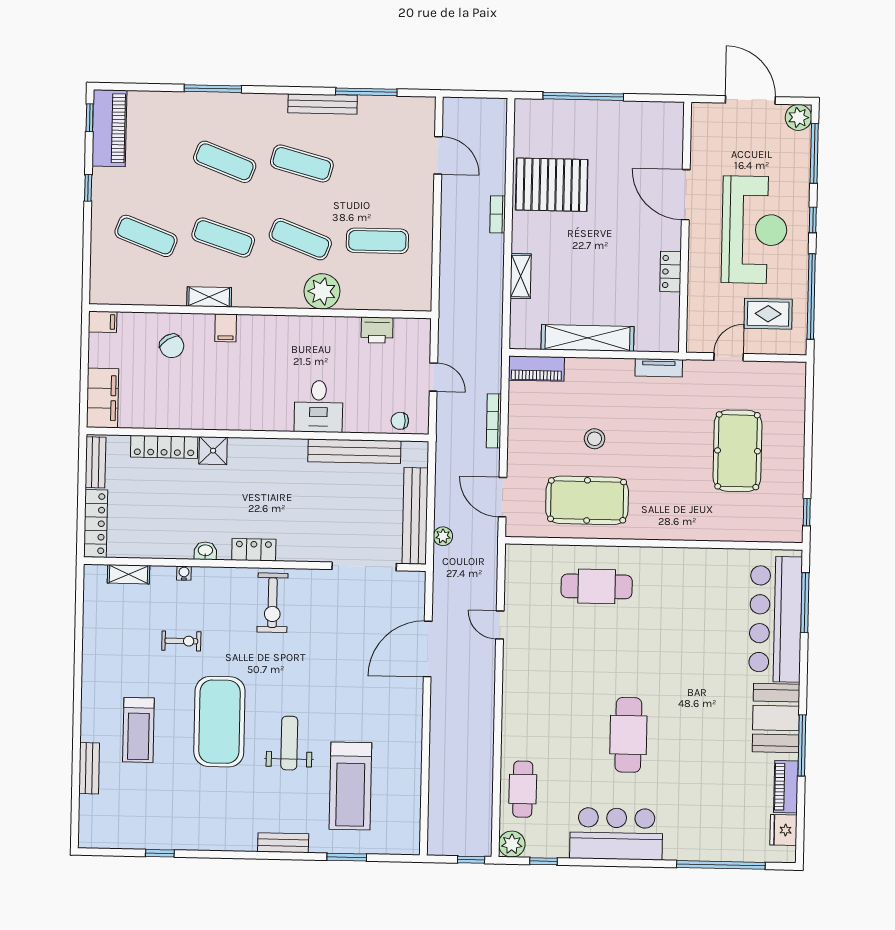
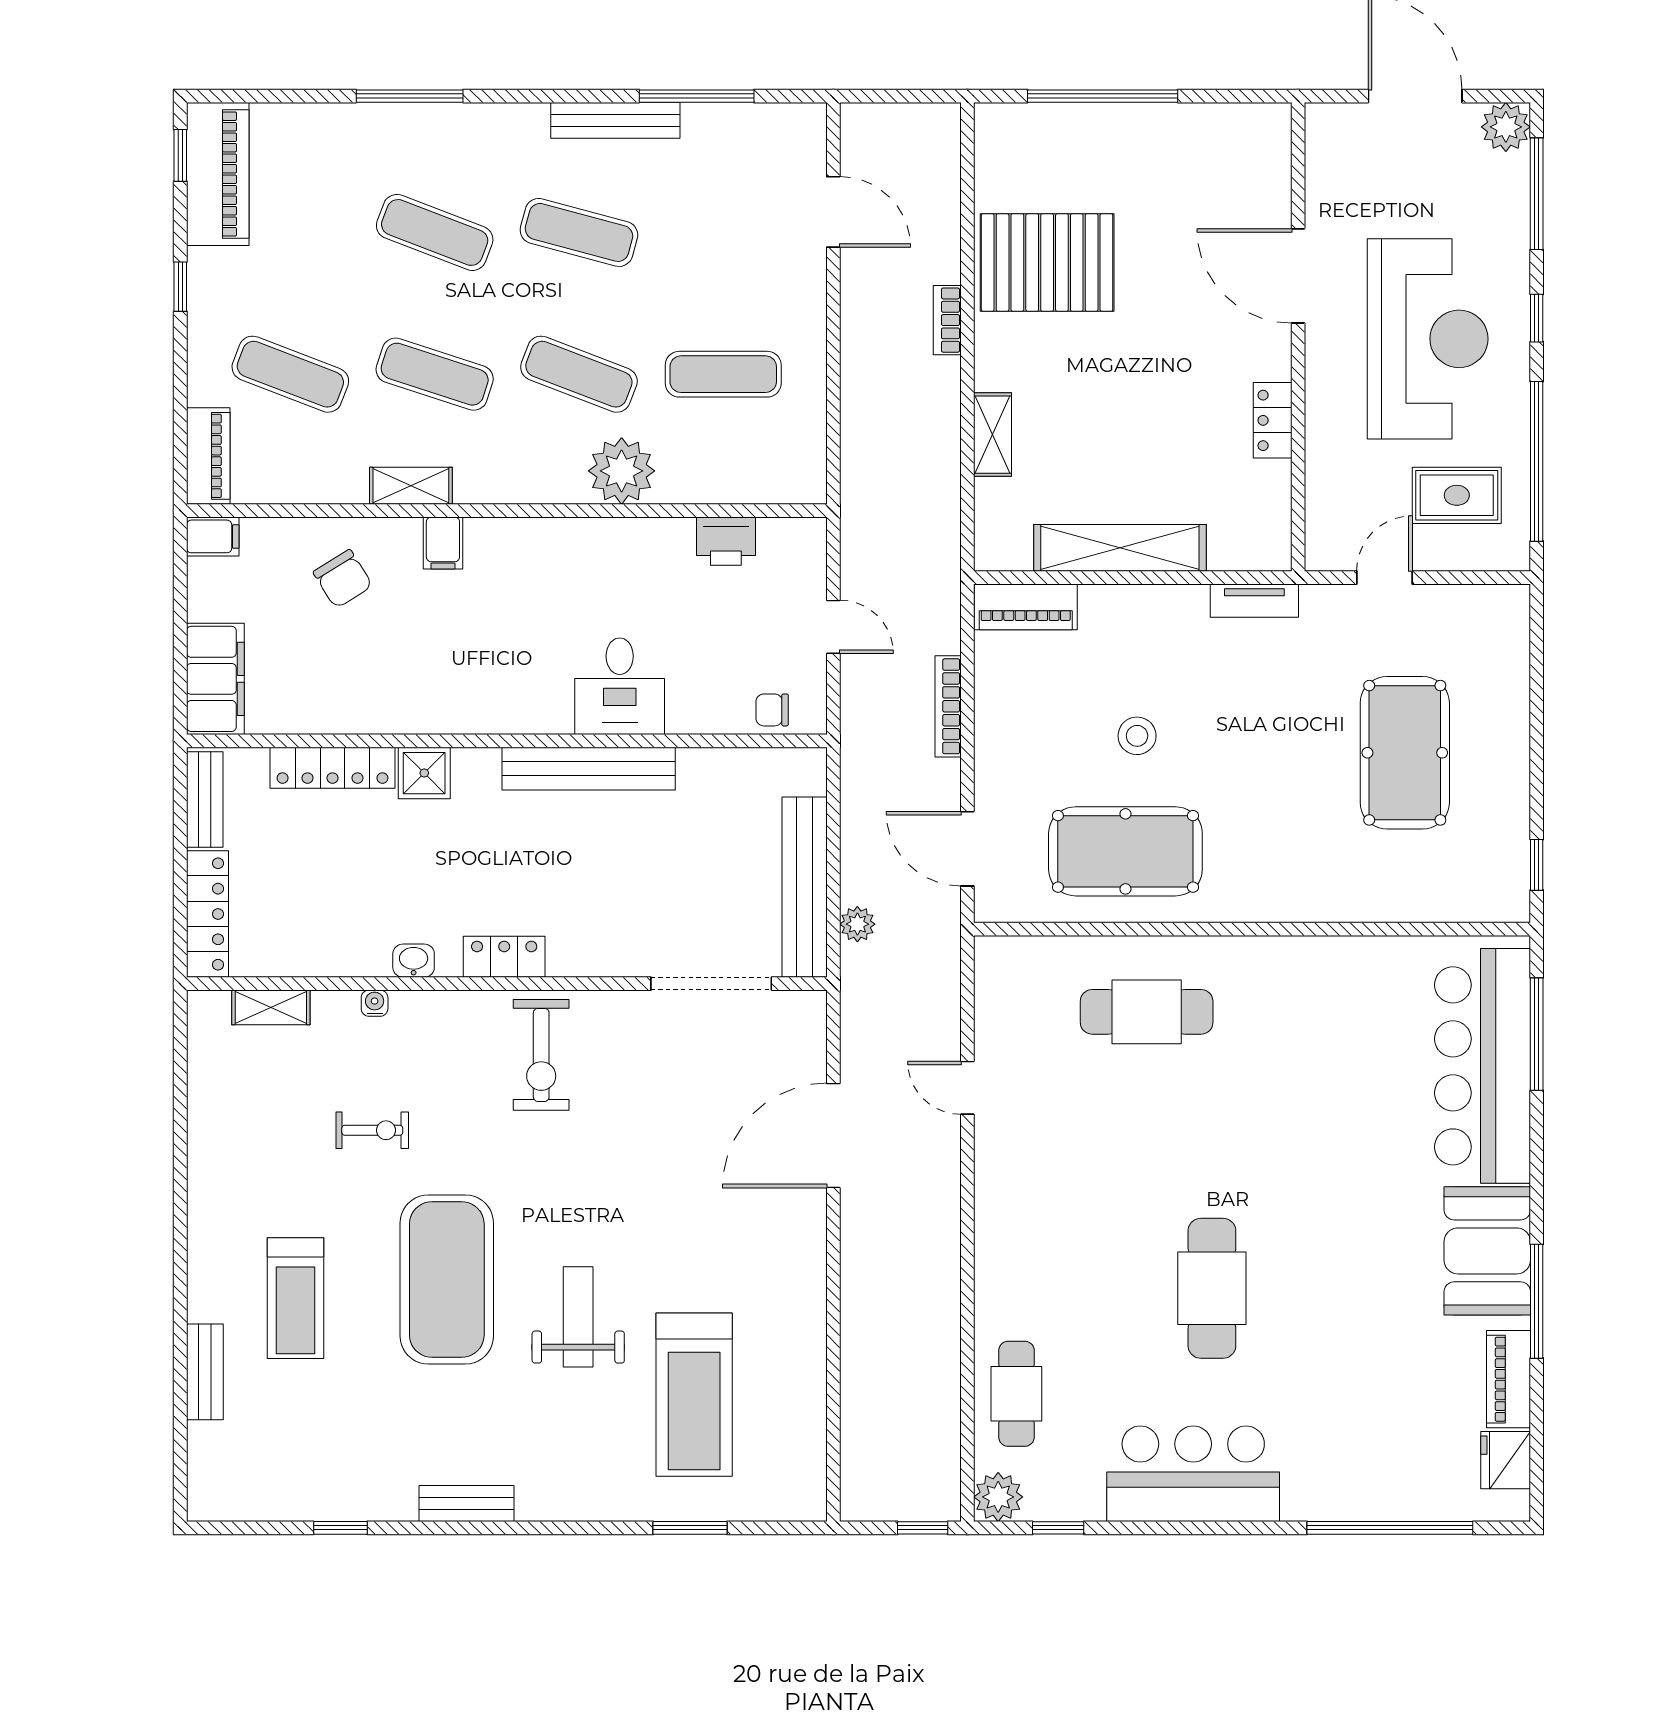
piano: (101, 279) -> (208, 456), added
bench: (354, 451) -> (589, 769), moved
bench: (283, 843) -> (466, 1504), moved

